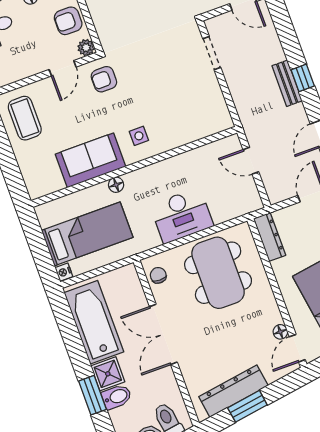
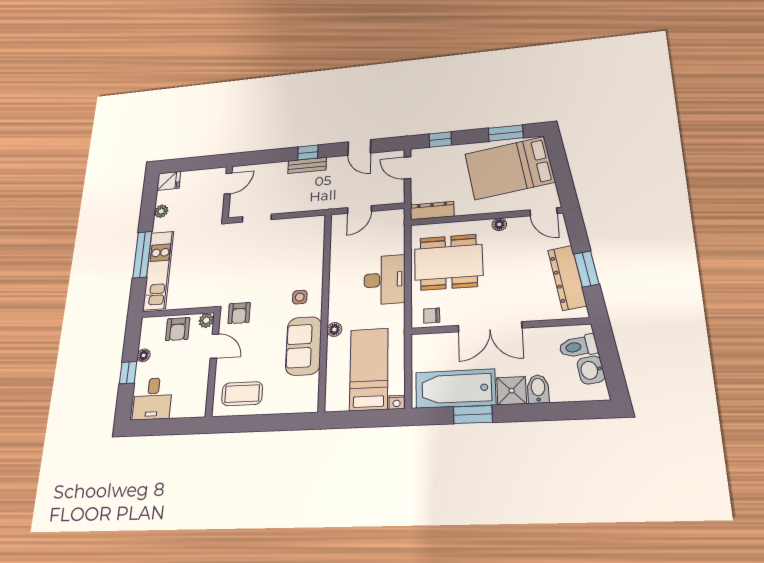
floor lamp: (280, 332) -> (499, 224), moved
window: (93, 395) -> (473, 414), moved

